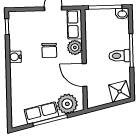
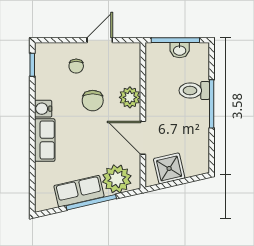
washbasin: (122, 14) -> (180, 50), moved
row of seats: (75, 24) -> (45, 140), moved, turned 180
chair: (37, 27) -> (76, 66), added
toilet: (119, 56) -> (194, 91), moved
shower: (120, 92) -> (169, 168), moved

